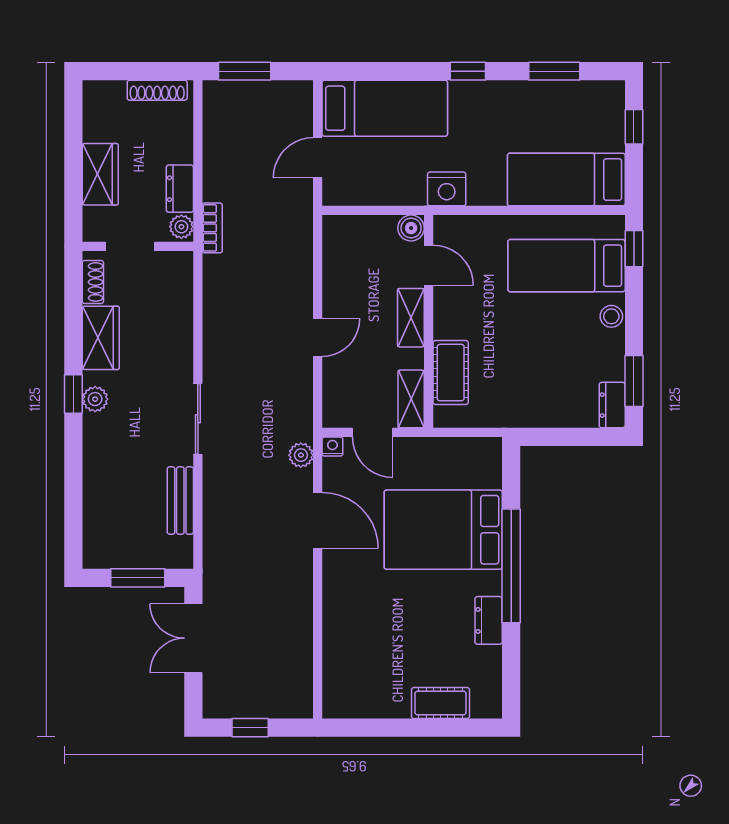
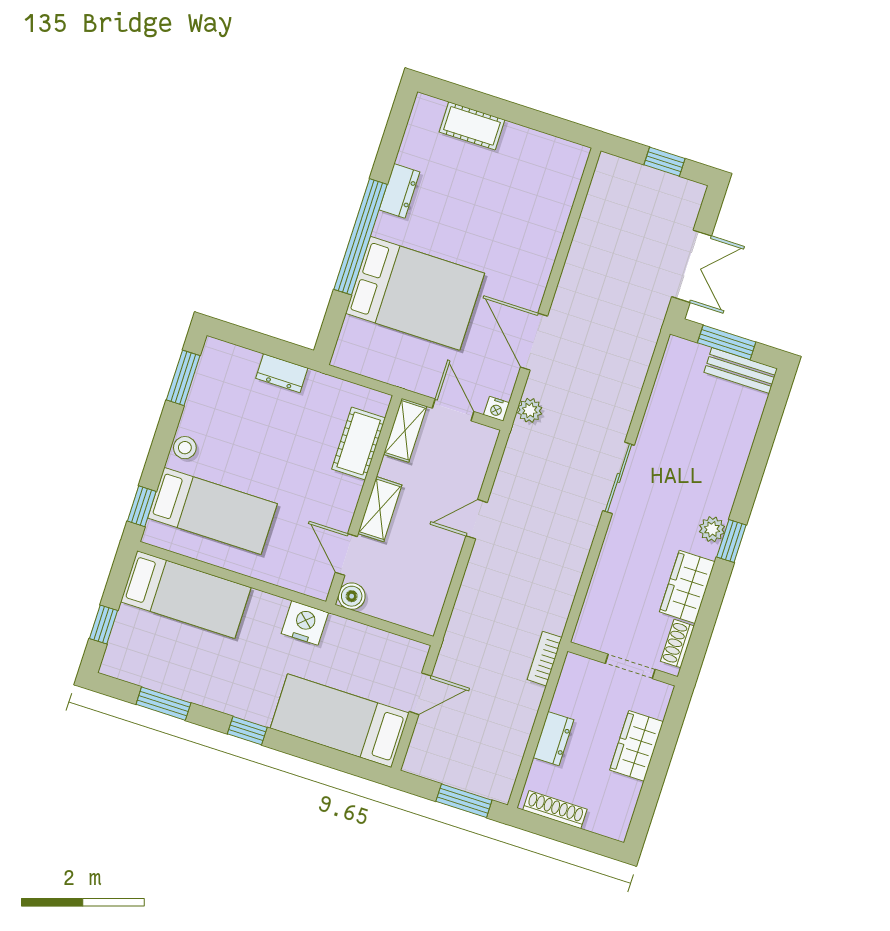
dresser: (180, 189) -> (553, 739), moved
plant: (181, 227) -> (574, 669), removed
dresser: (612, 405) -> (282, 373), moved, turned 90
bench: (180, 501) -> (741, 370), moved, turned 90

